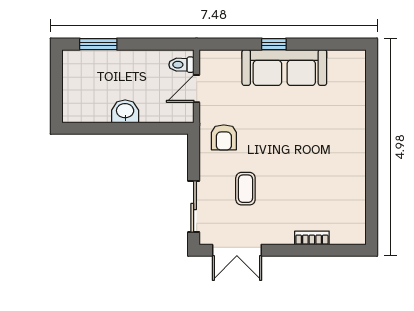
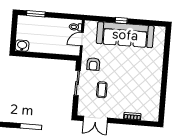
sofa: (284, 67) -> (125, 35), width x1.36, depth x1.27
washbasin: (125, 111) -> (22, 46), moved
sliding door: (194, 207) -> (77, 83), moved

